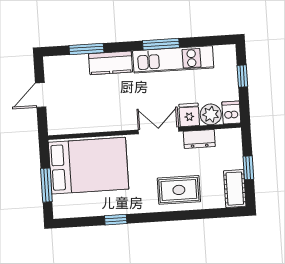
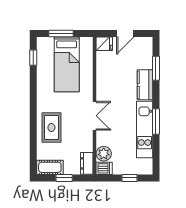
door: (41, 95) -> (125, 34), swing flipped
fridge: (189, 115) -> (104, 44), moved
dresser: (199, 139) -> (87, 163), moved
bed: (89, 166) -> (67, 64), width x0.67
window: (116, 220) -> (33, 58), moved

